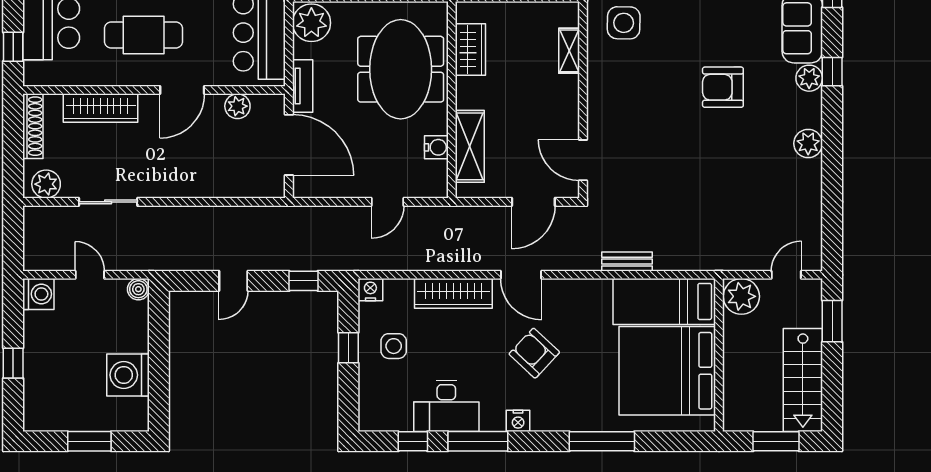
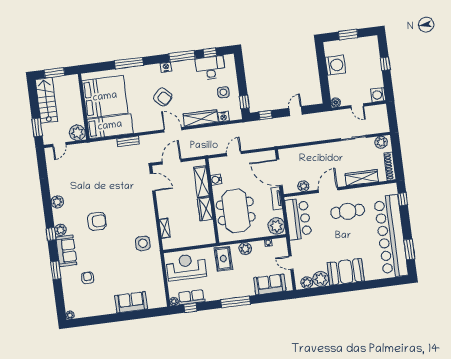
wardrobe: (470, 49) -> (205, 209), moved
nightstand: (370, 290) -> (224, 117), moved
window: (348, 348) -> (244, 102), moved
desk: (446, 406) -> (210, 68), moved

